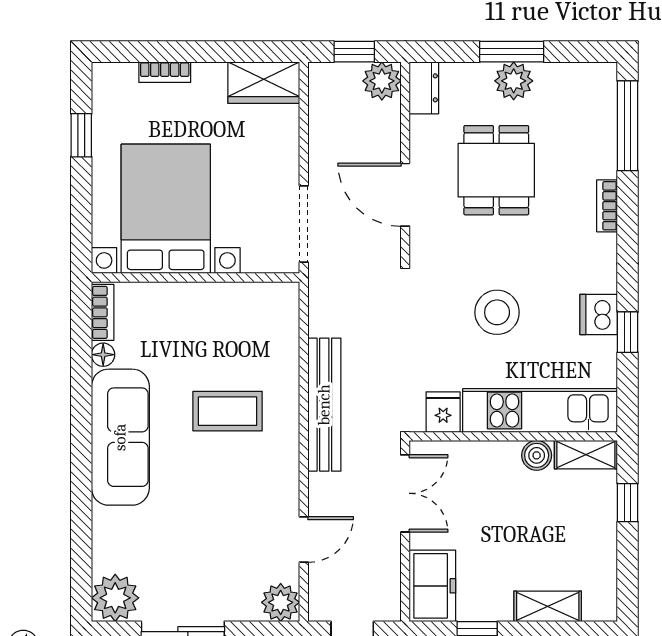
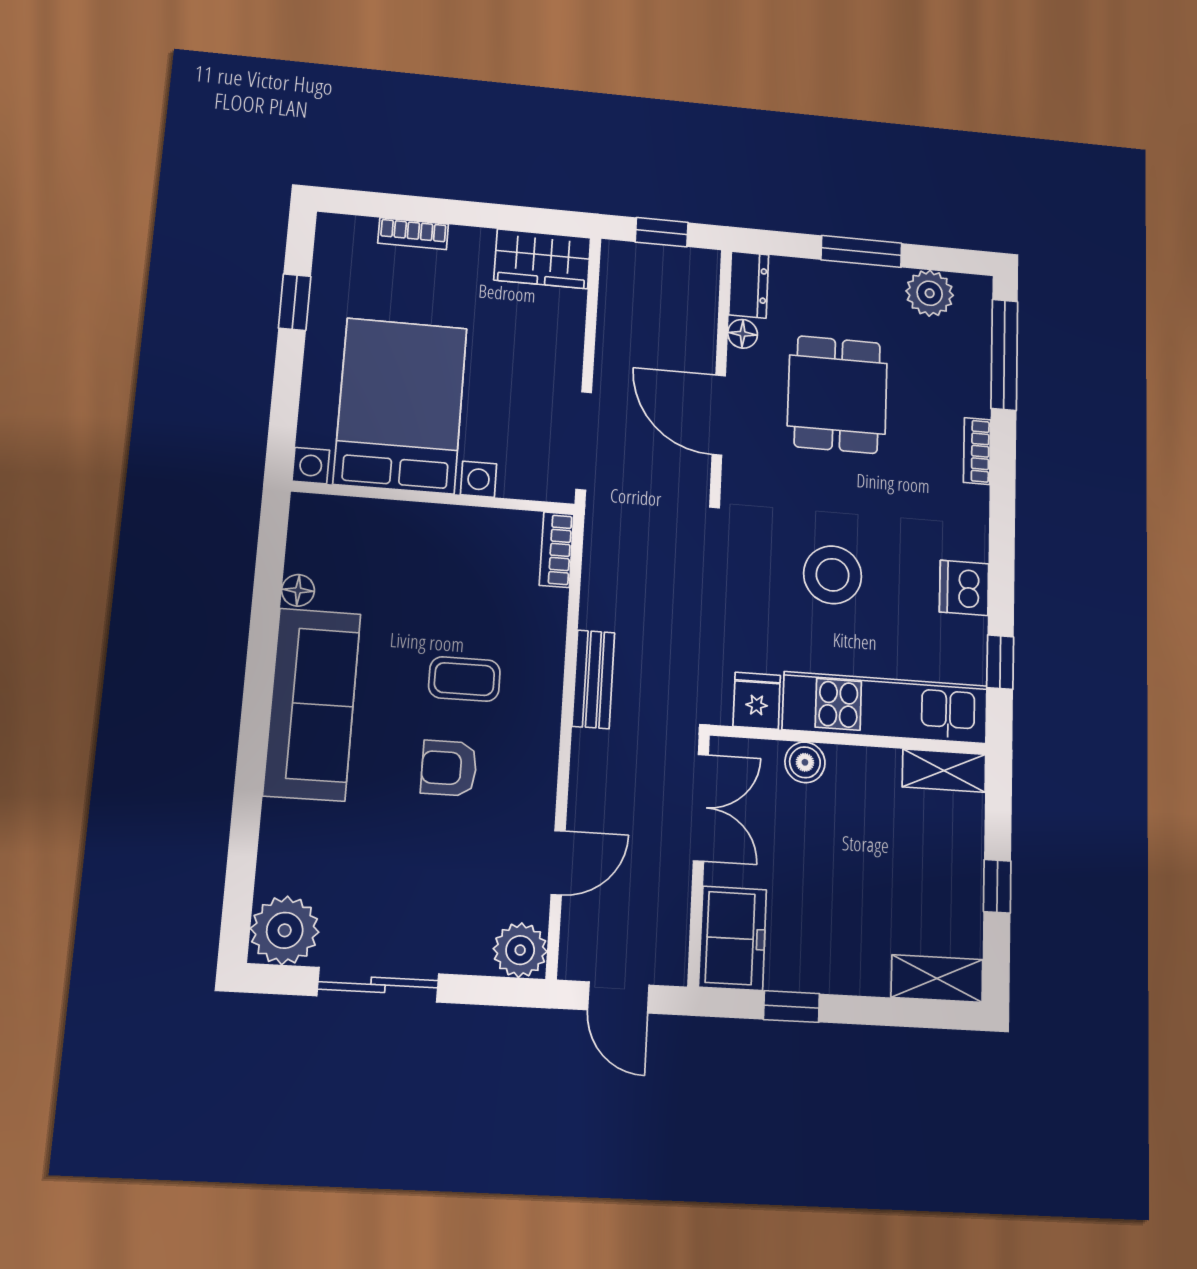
plant: (382, 81) -> (695, 271), removed
plant: (514, 81) -> (930, 293), moved
floor lamp: (421, 128) -> (743, 334), added
bookcase: (103, 312) -> (557, 550), moved, turned 180
window: (628, 332) -> (1000, 662), moved
bench: (324, 405) -> (593, 679), width x0.54, depth x0.82
coffee table: (228, 411) -> (464, 679), width x0.73, depth x0.77
boiler: (537, 455) -> (805, 762), moved
armchair: (221, 477) -> (449, 768), added
window: (628, 503) -> (997, 886), moved
shelving: (548, 606) -> (937, 978), moved

